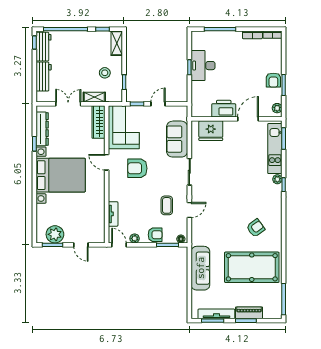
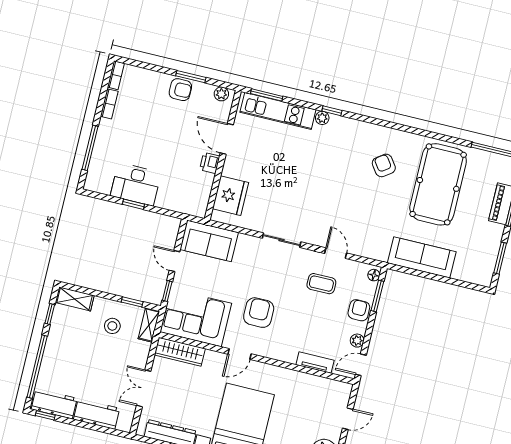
shelving: (94, 97) -> (149, 325), moved
printer: (224, 109) -> (210, 163), width x0.53, depth x0.68
sofa: (177, 139) -> (209, 241), moved
armchair: (137, 168) -> (259, 313), turned 180
tv unit: (216, 314) -> (492, 250), removed

